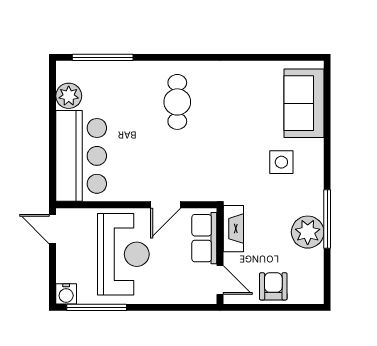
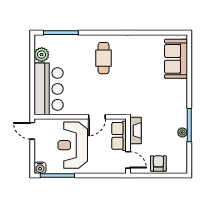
side table: (281, 162) -> (163, 92), removed
plant: (308, 232) -> (182, 132), width x0.53, depth x0.53
reception desk: (123, 254) -> (73, 145), turned 180

